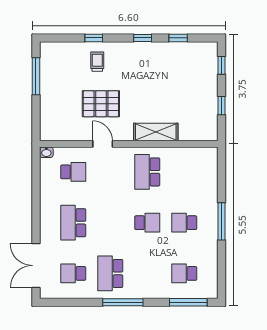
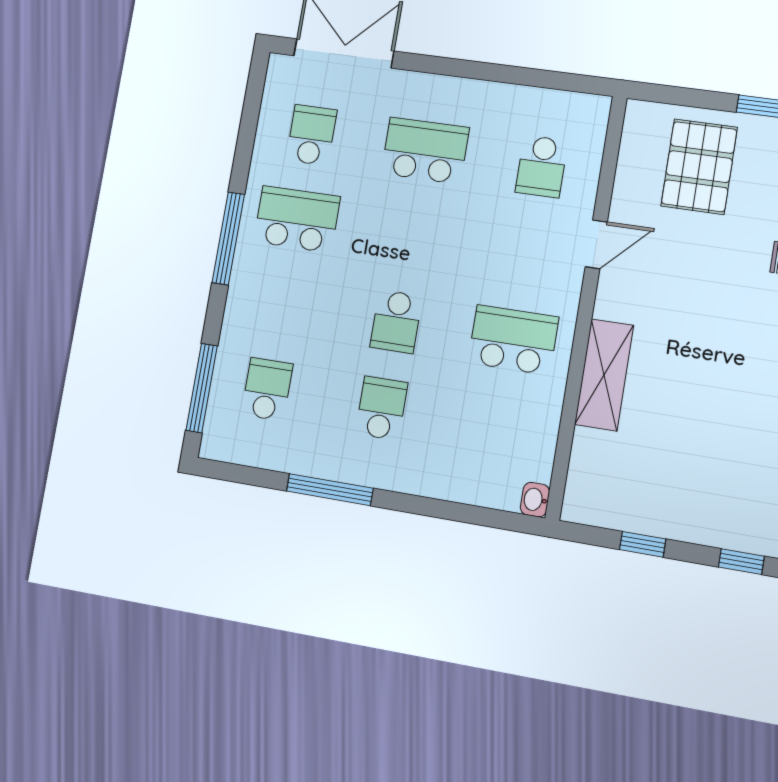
pallet: (101, 104) -> (699, 167), moved
washbasin: (46, 152) -> (535, 500), moved
window: (221, 221) -> (330, 490), moved

